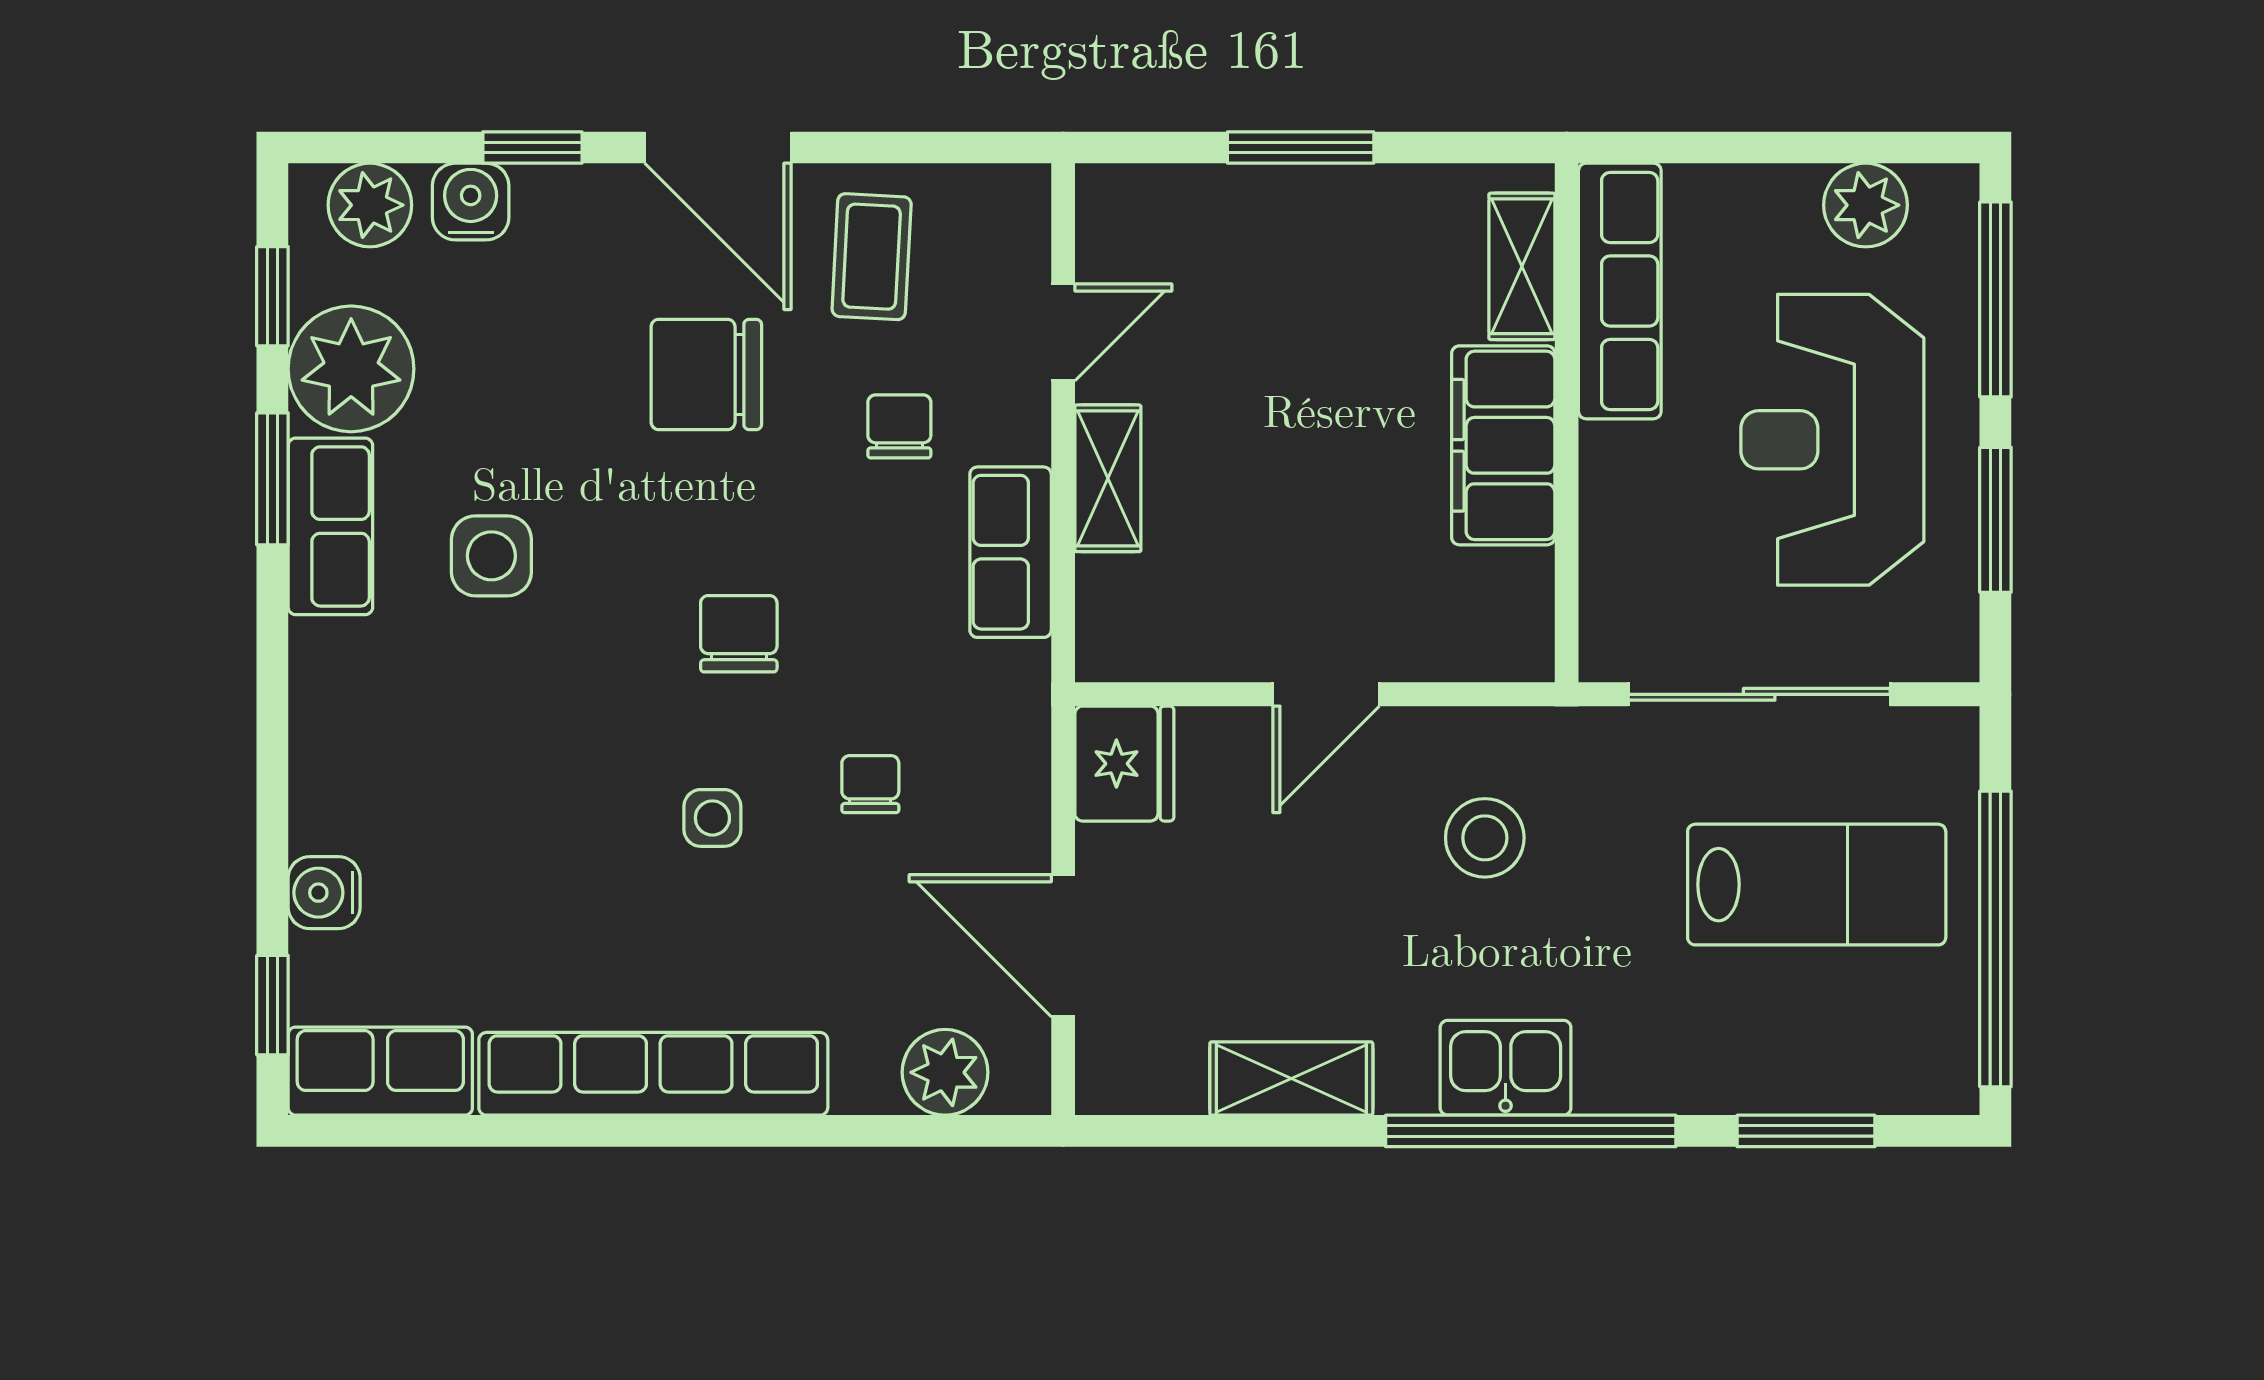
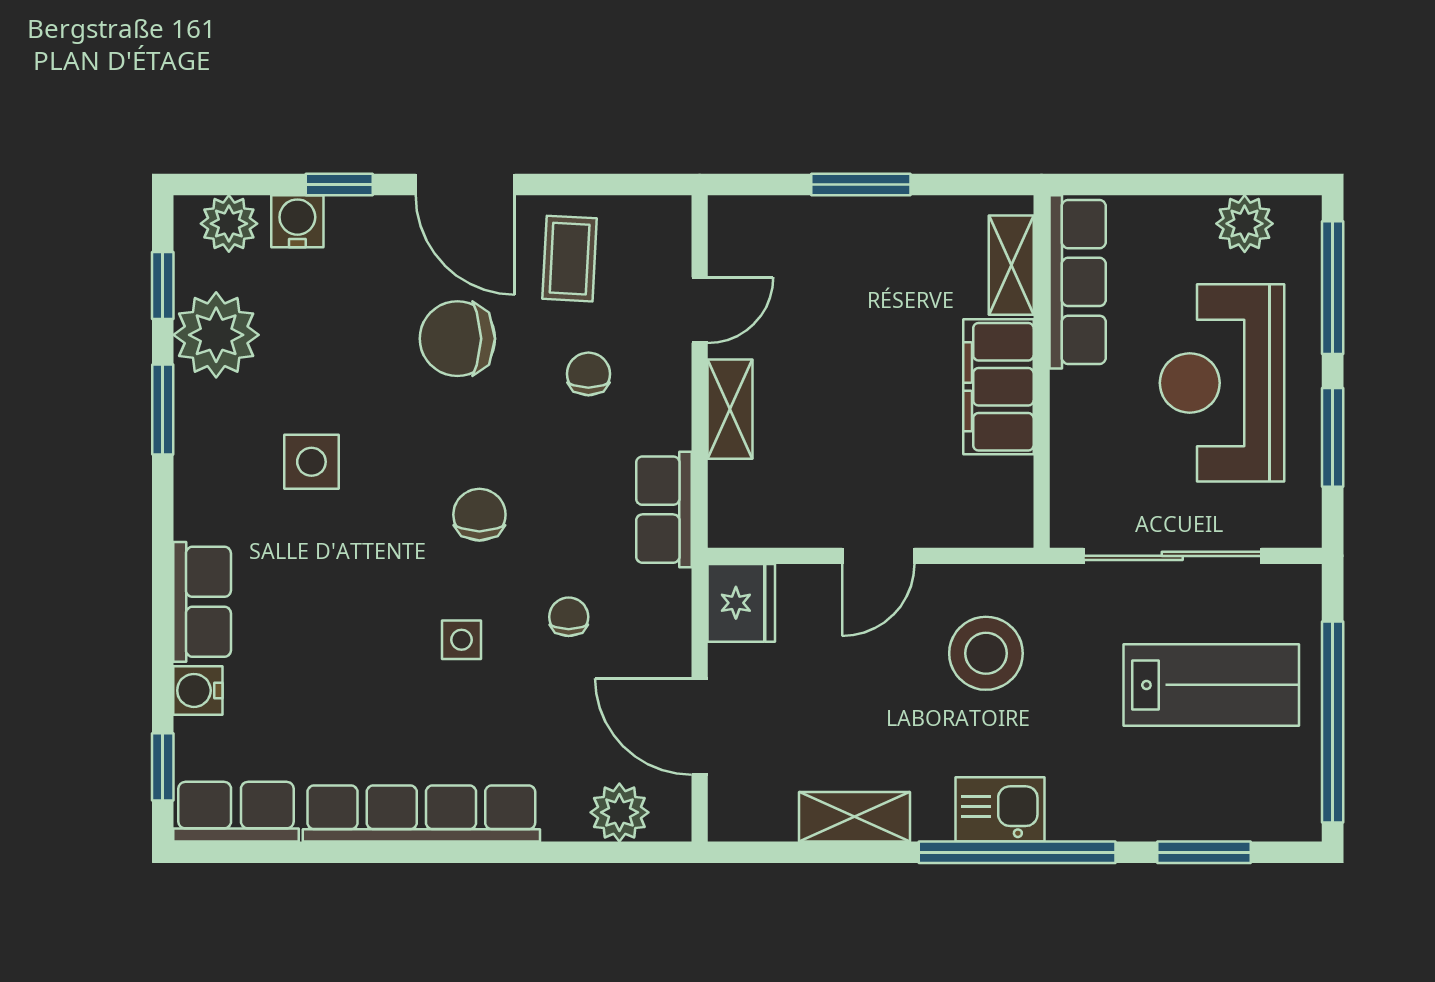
row of seats: (330, 526) -> (202, 602), moved
row of seats: (1011, 552) -> (664, 510), moved
stool: (1485, 838) -> (986, 653), width x1.38, depth x1.38

